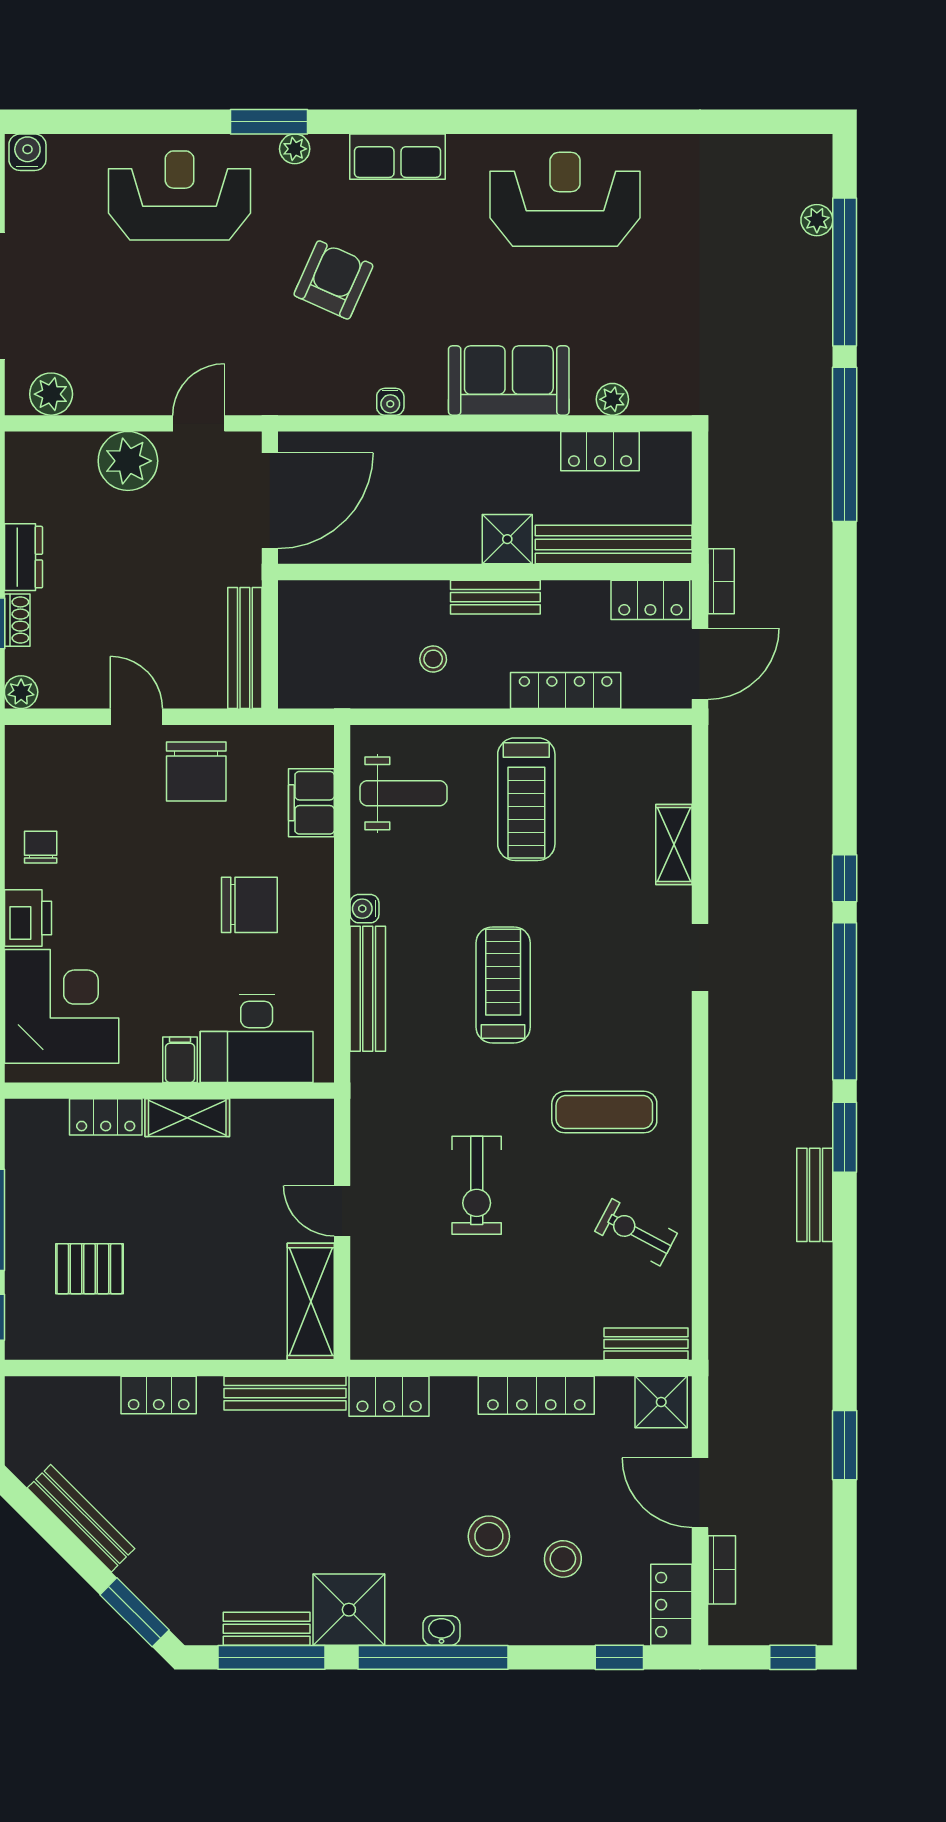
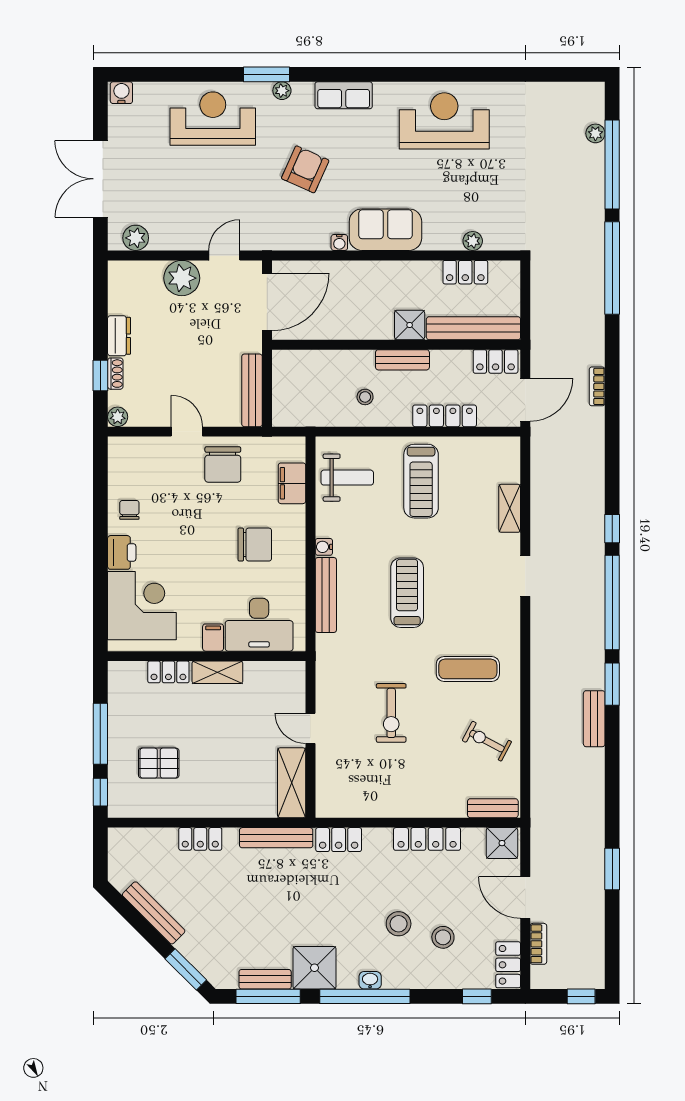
sofa: (509, 380) -> (385, 230), moved
bookcase: (721, 581) -> (597, 386), moved, turned 180

